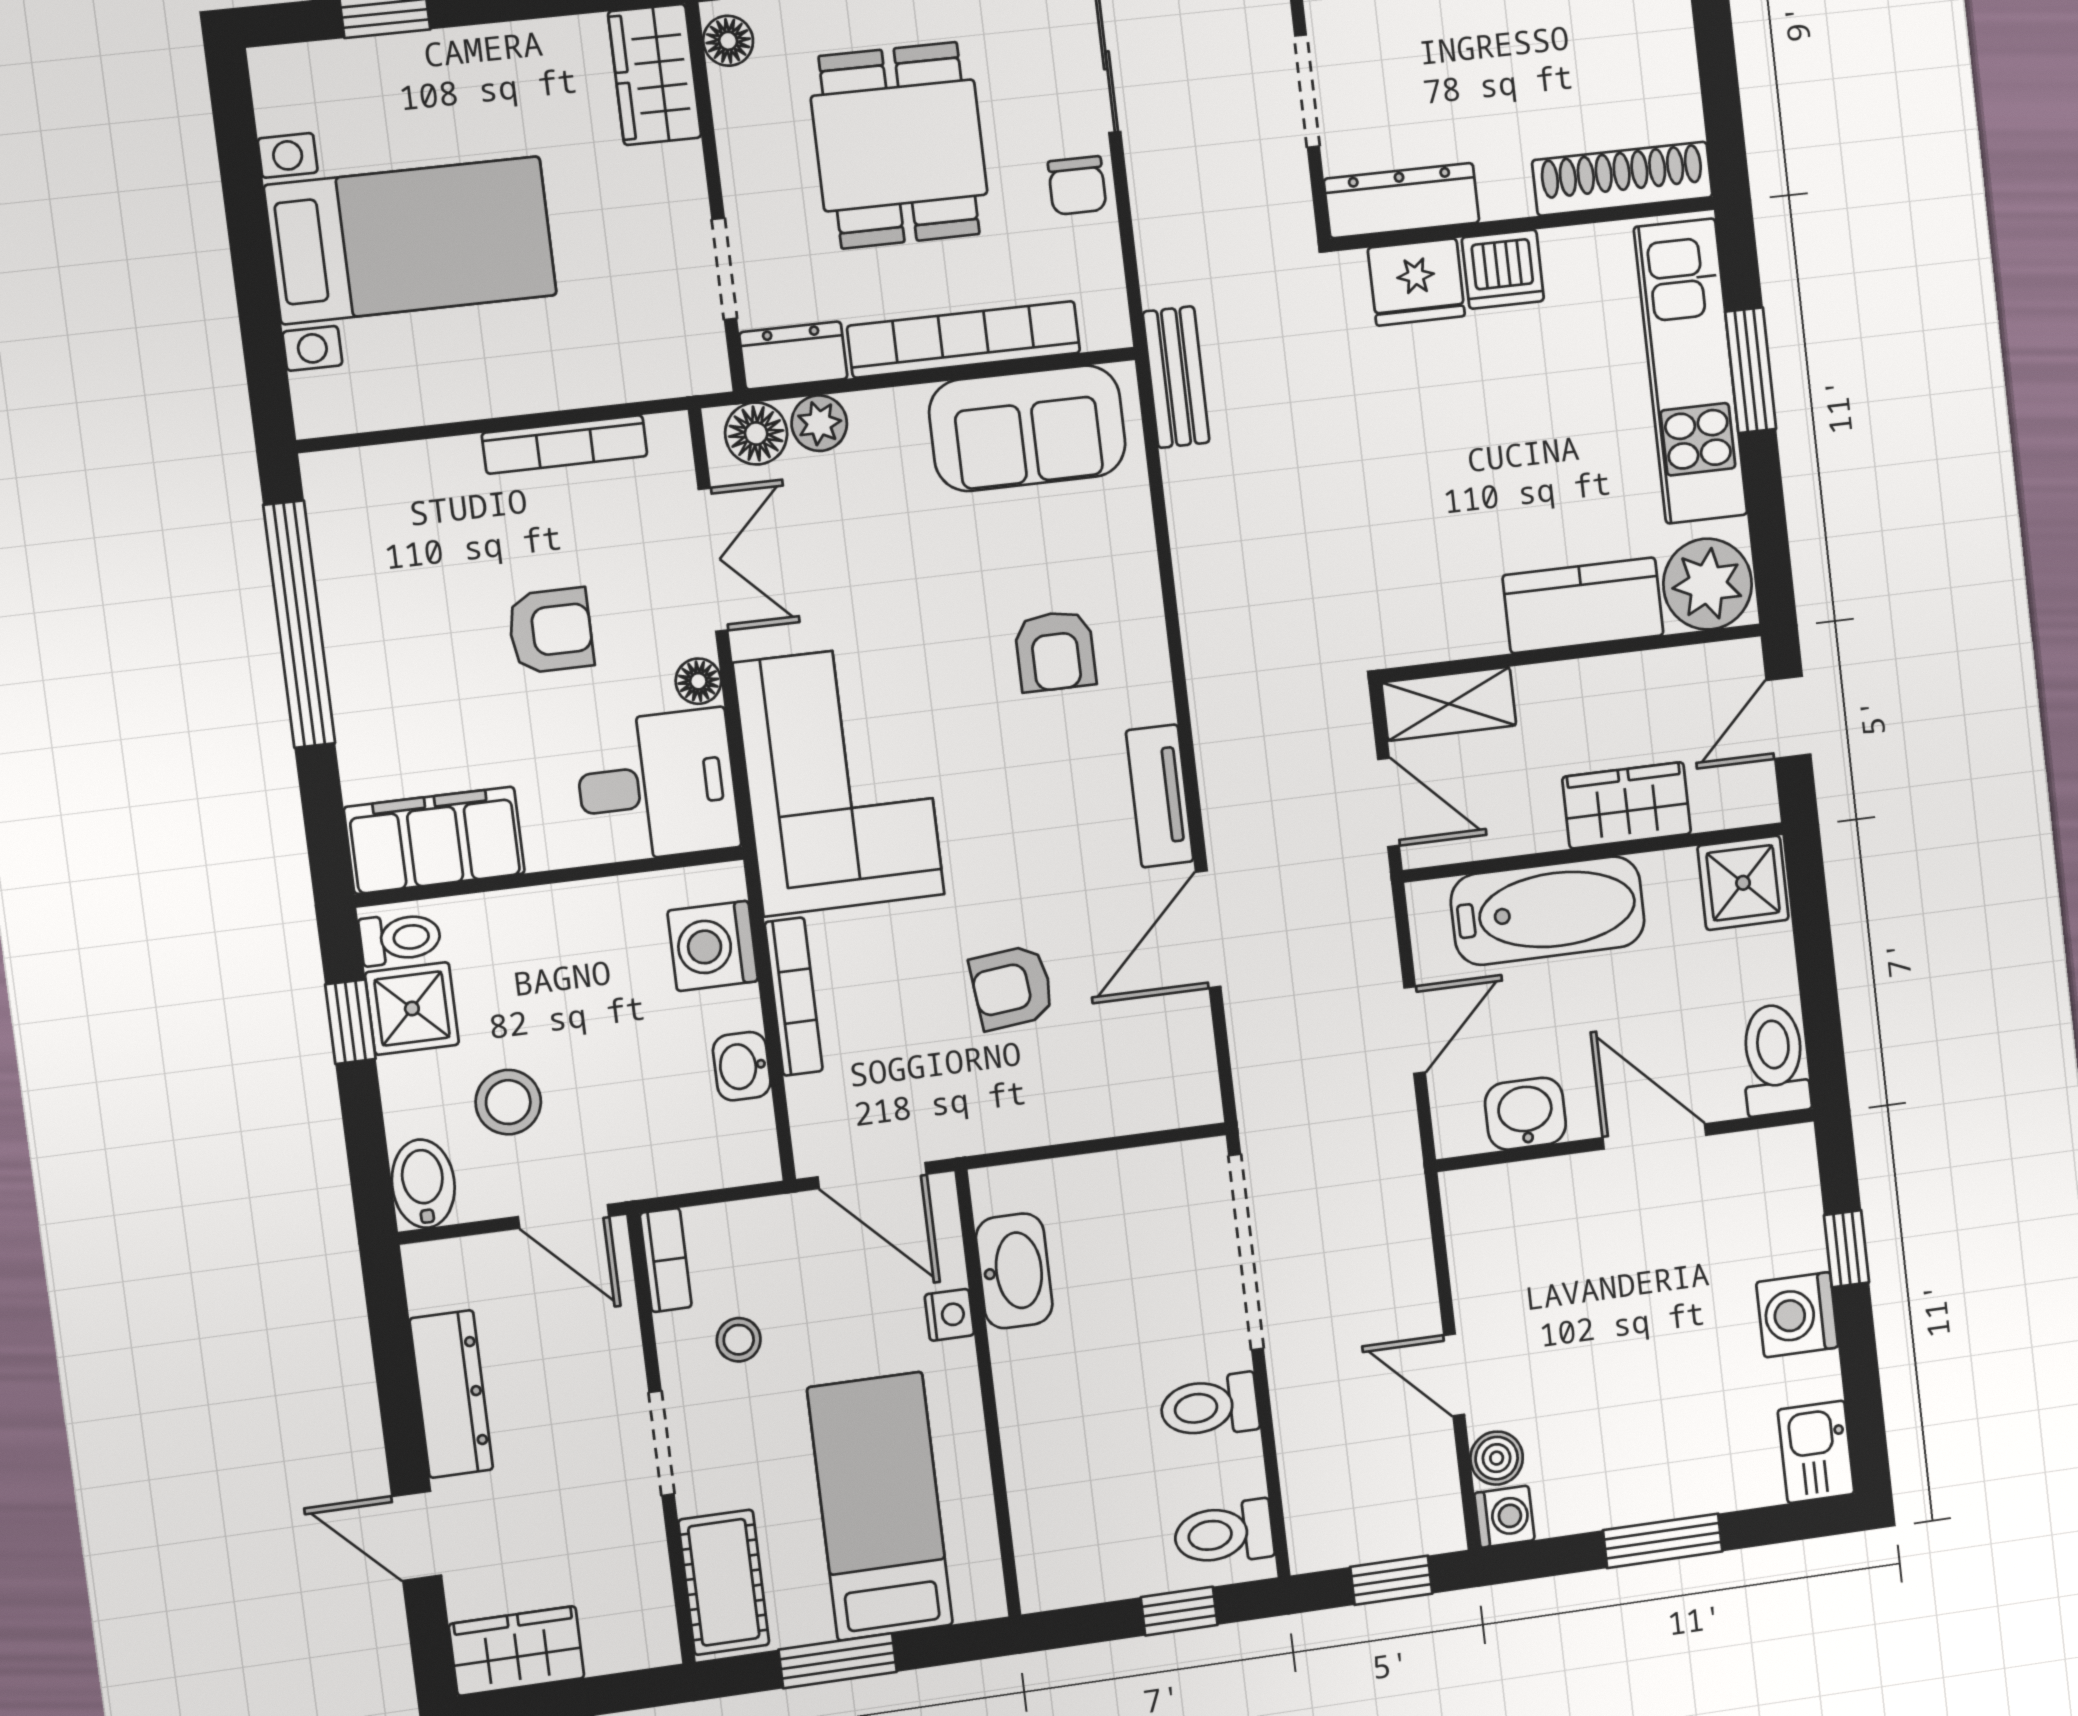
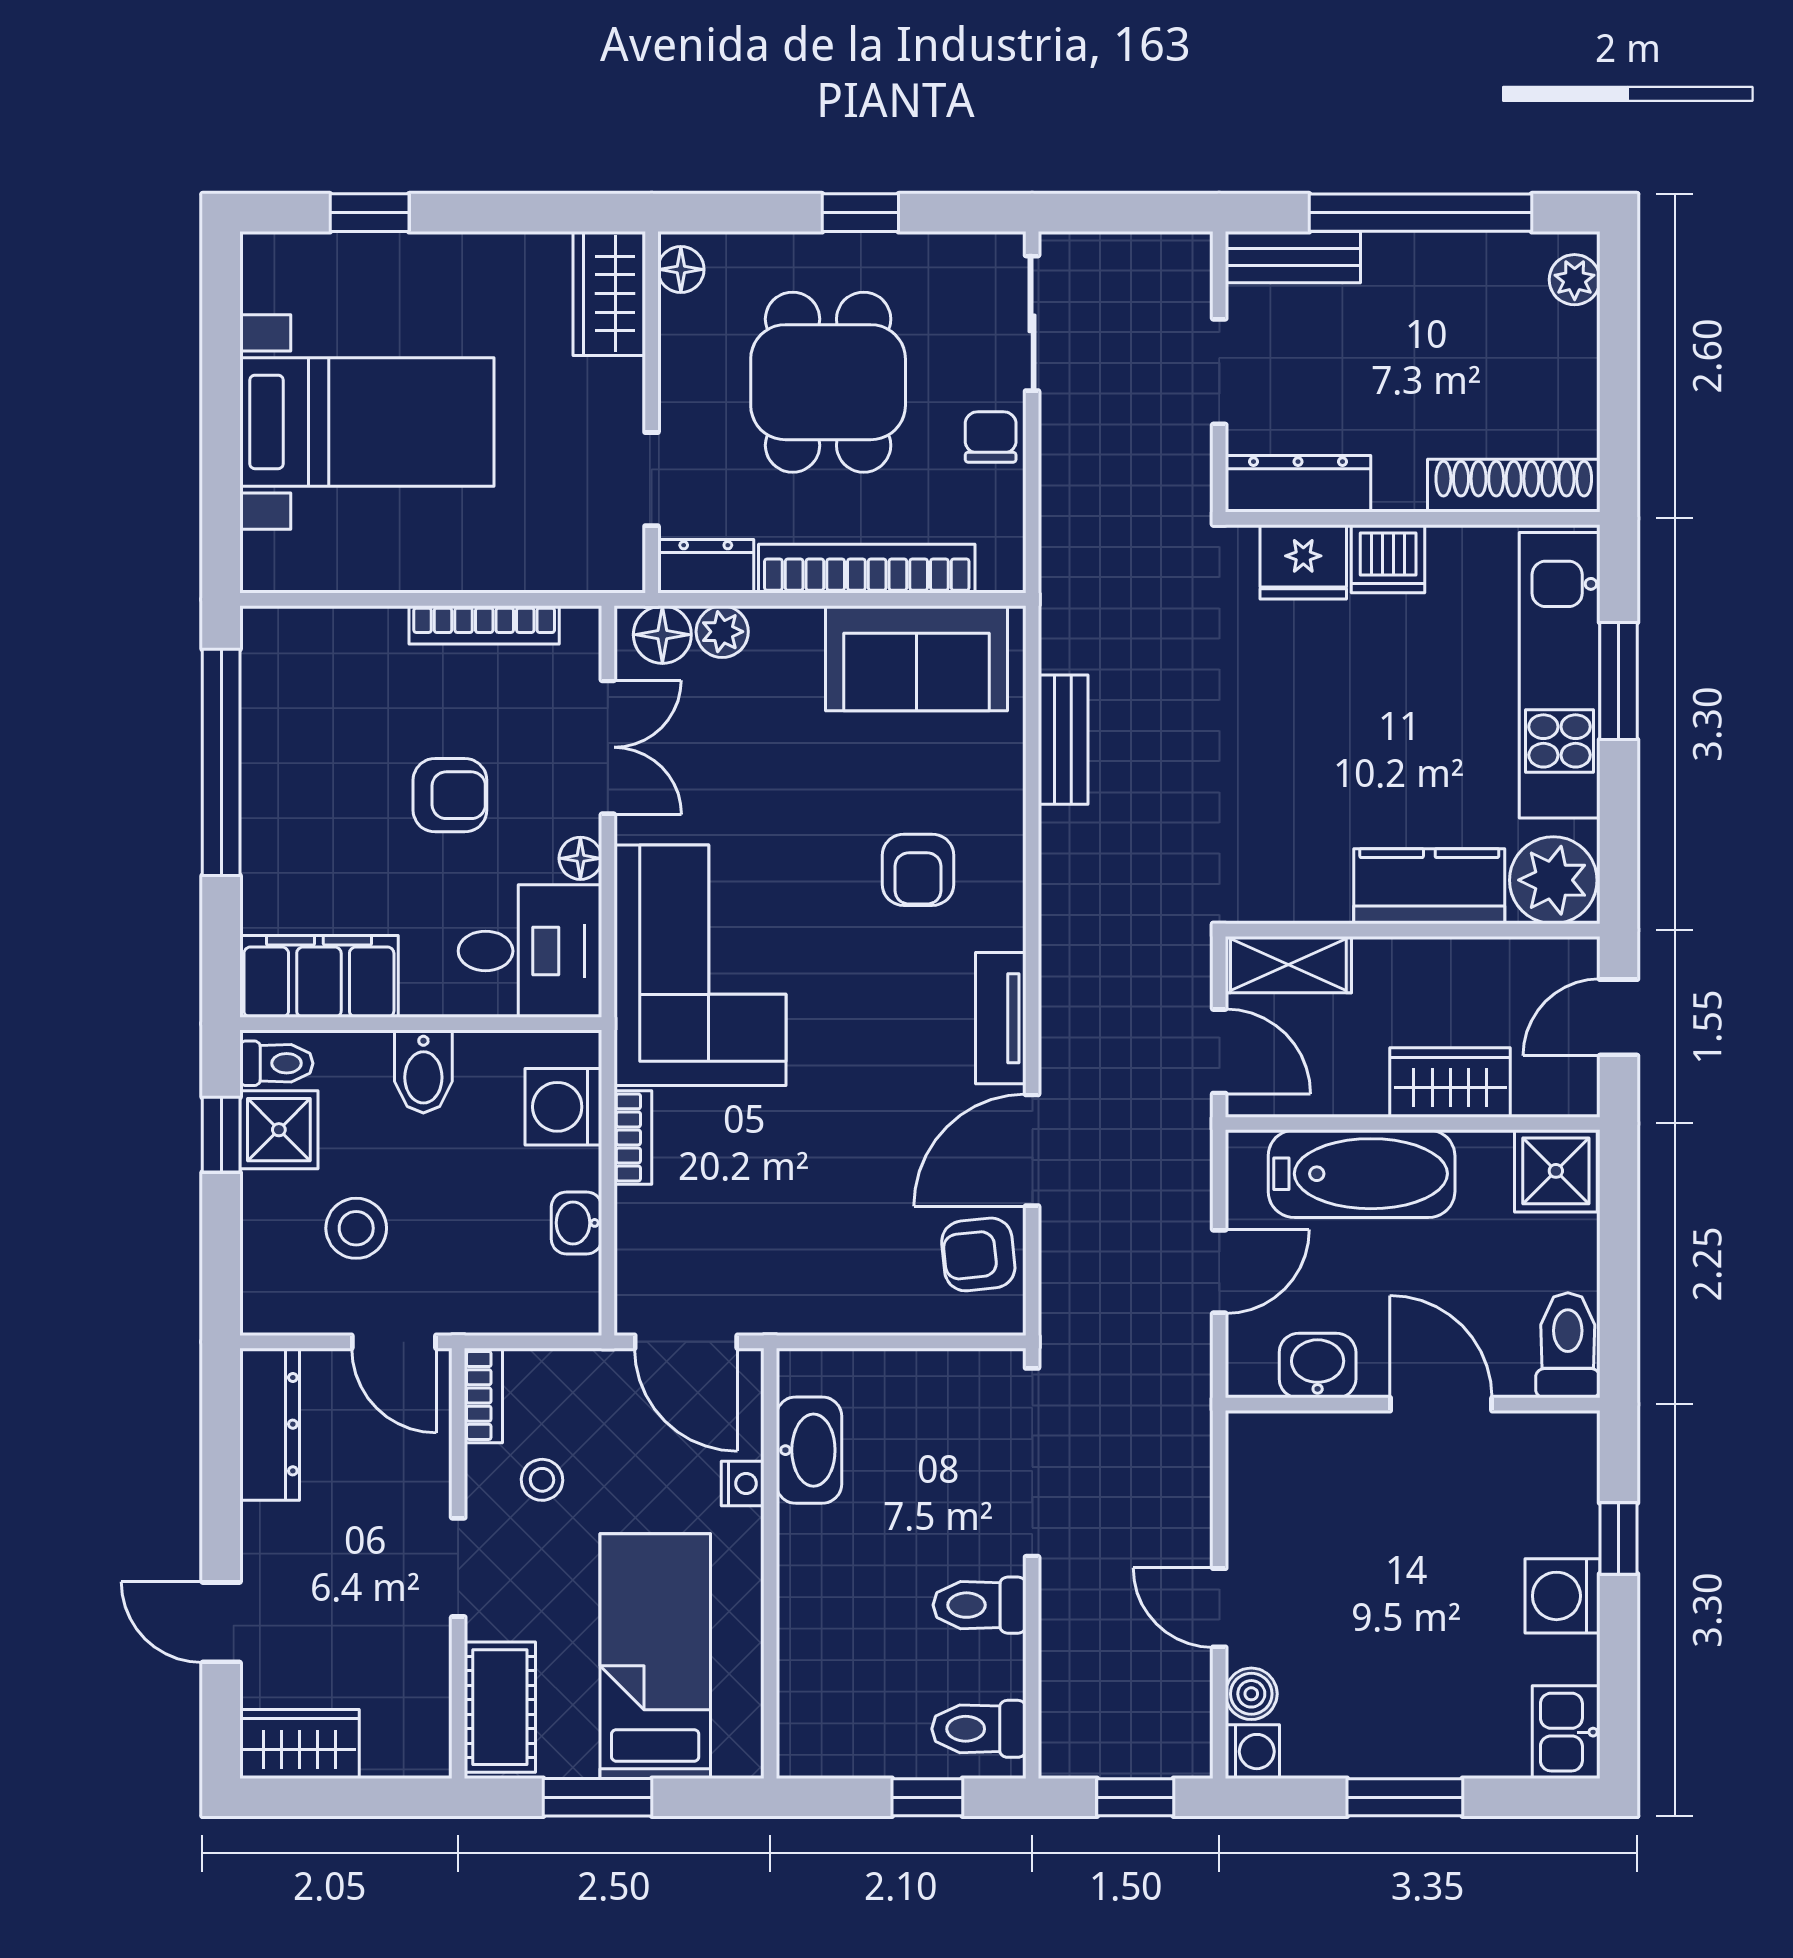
chair: (1077, 185) -> (991, 437), turned 180
bench: (1176, 377) -> (1063, 740), moved
armchair: (1012, 987) -> (978, 1254), moved
bookcase: (794, 997) -> (633, 1137), width x0.64
bidet: (423, 1184) -> (423, 1072), moved, turned 180
dresser: (451, 1394) -> (270, 1424), moved

